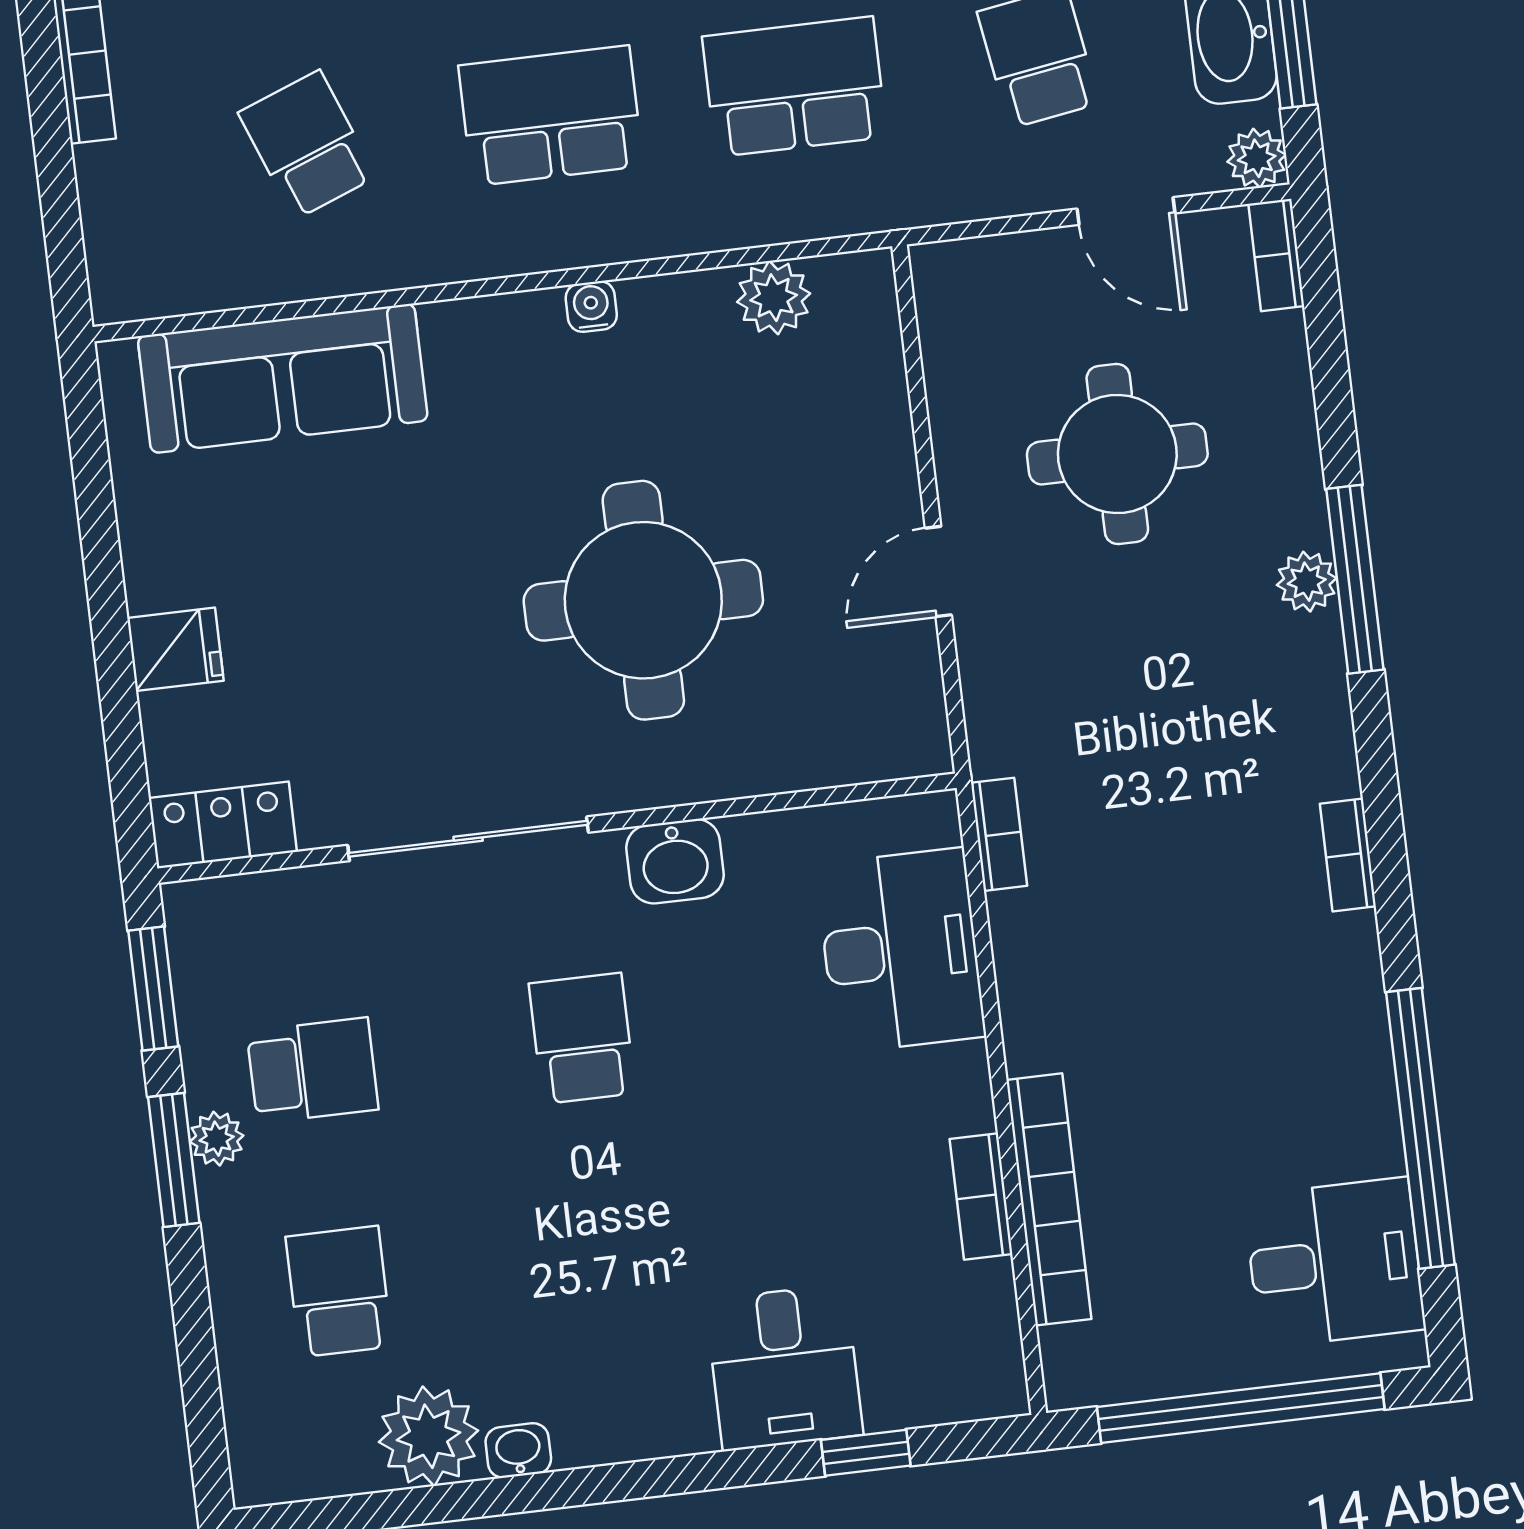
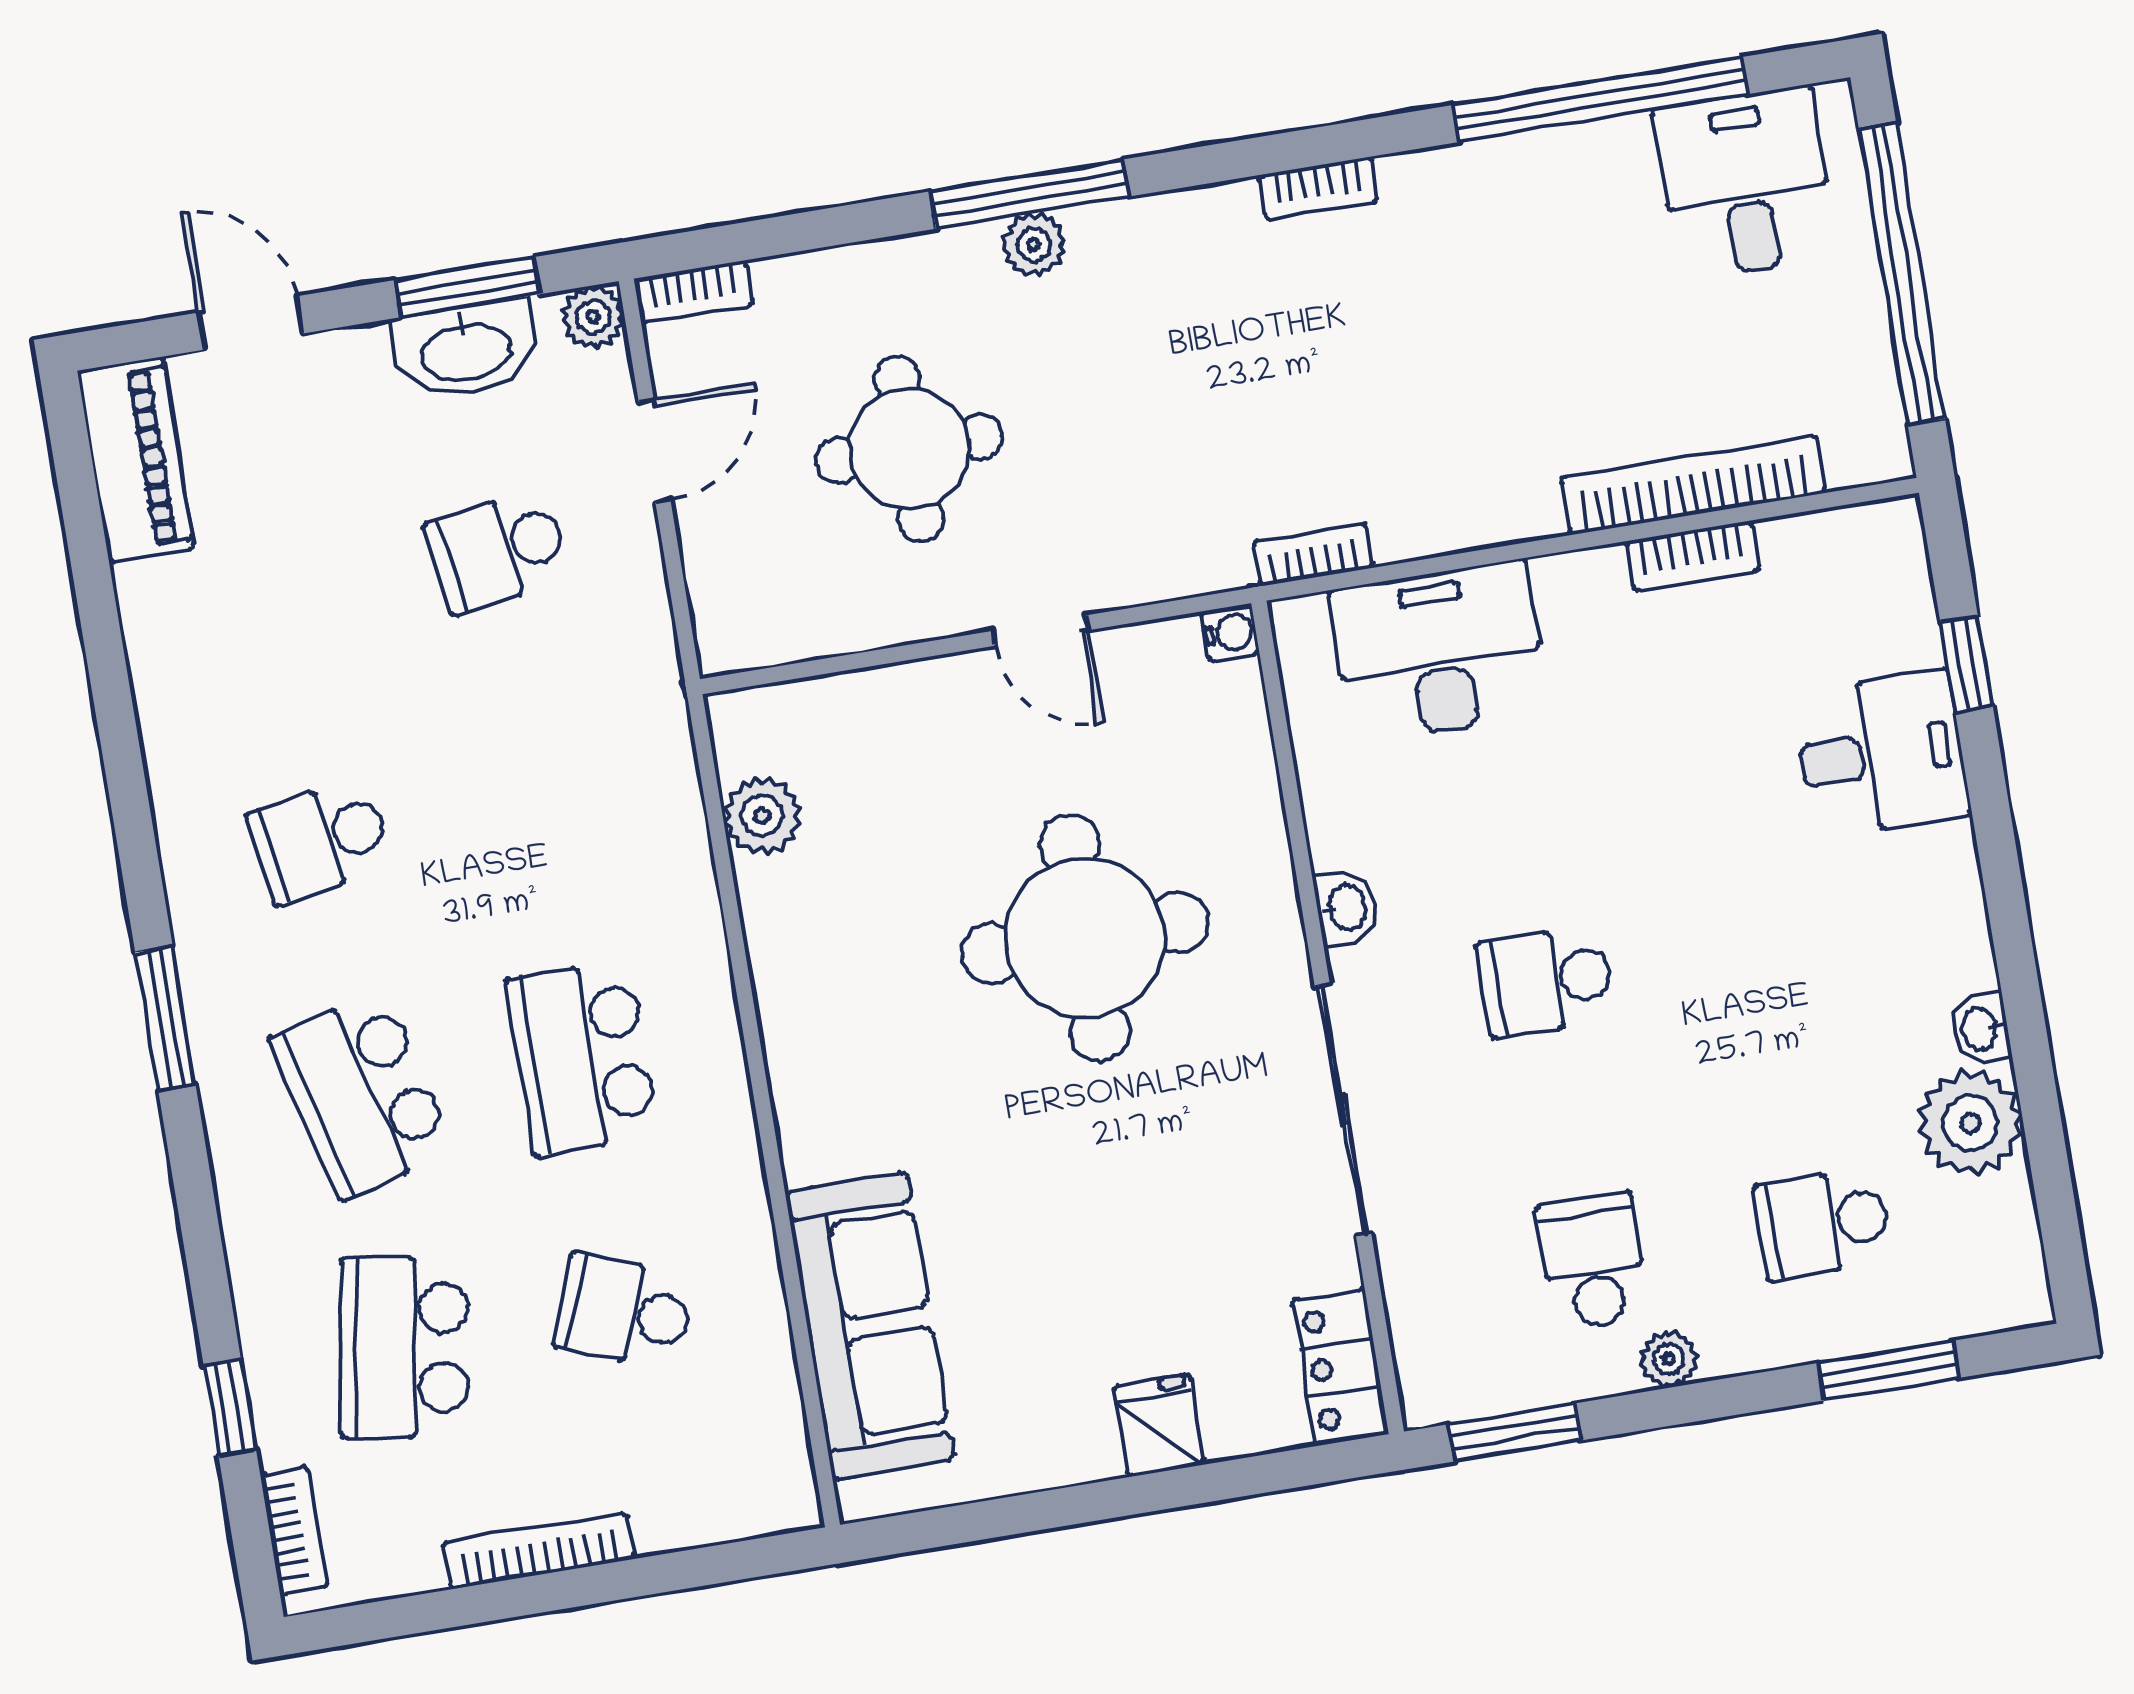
school desk: (795, 87) -> (540, 804), removed
school desk: (307, 145) -> (624, 1311), turned 42
water cooler: (591, 307) -> (1230, 633), moved, turned 180
washbasin: (675, 861) -> (1346, 908), width x0.72, depth x0.69
window: (174, 1160) -> (1888, 1371), moved

